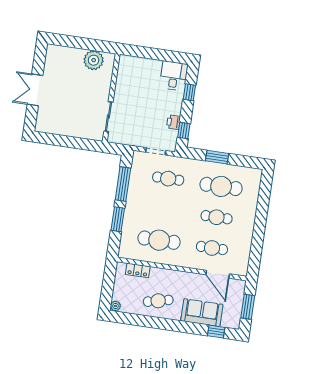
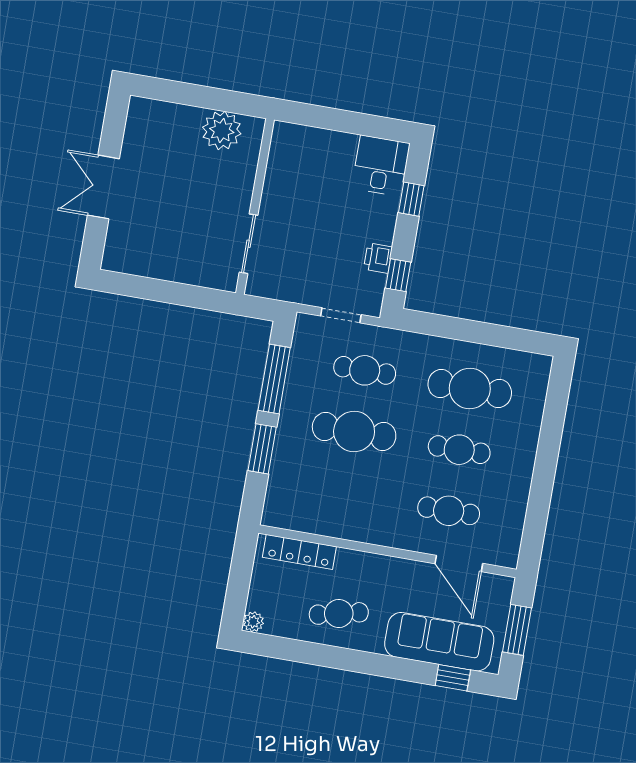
window: (217, 157) -> (463, 330), removed
cafe table: (159, 240) -> (354, 431), moved
locker: (138, 270) -> (299, 552), width x1.53
sofa: (202, 313) -> (439, 642), width x1.36

